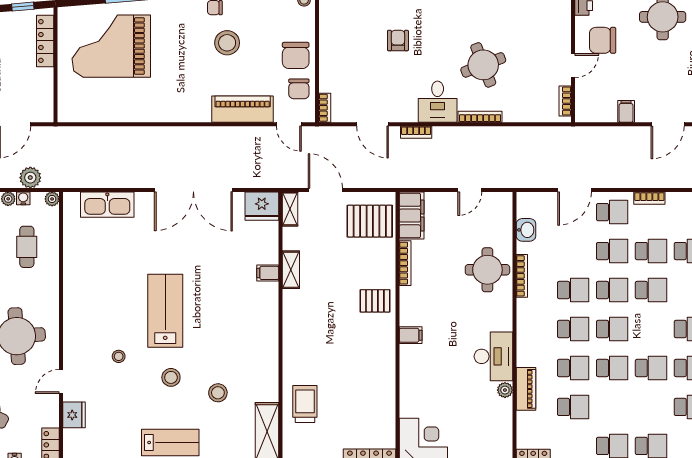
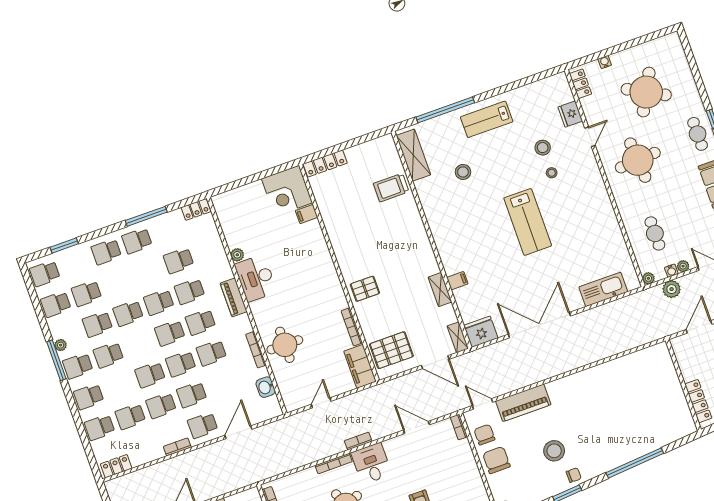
grand piano: (111, 46) -> (645, 416), removed
bookcase: (416, 132) -> (358, 441), moved
filing cabinet: (411, 335) -> (307, 214), moved
stool: (171, 377) -> (543, 148), moved
piano: (526, 389) -> (234, 297), moved
trolley: (305, 404) -> (391, 188), turned 90

